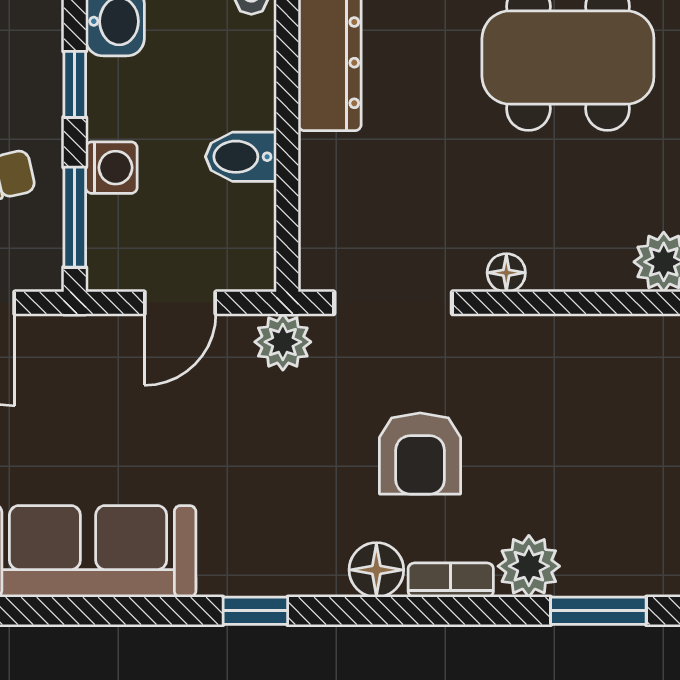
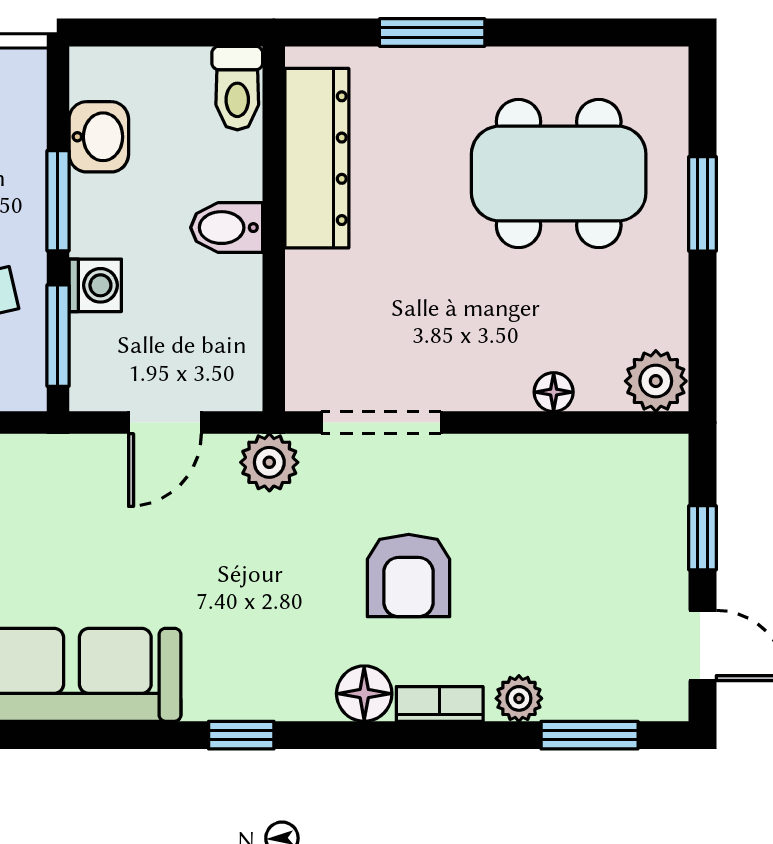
window: (75, 84) -> (58, 201), width x1.50
bidet: (241, 157) -> (227, 228), moved
floor lamp: (506, 273) -> (554, 392), moved
plant: (529, 566) -> (519, 698), width x0.73, depth x0.73

